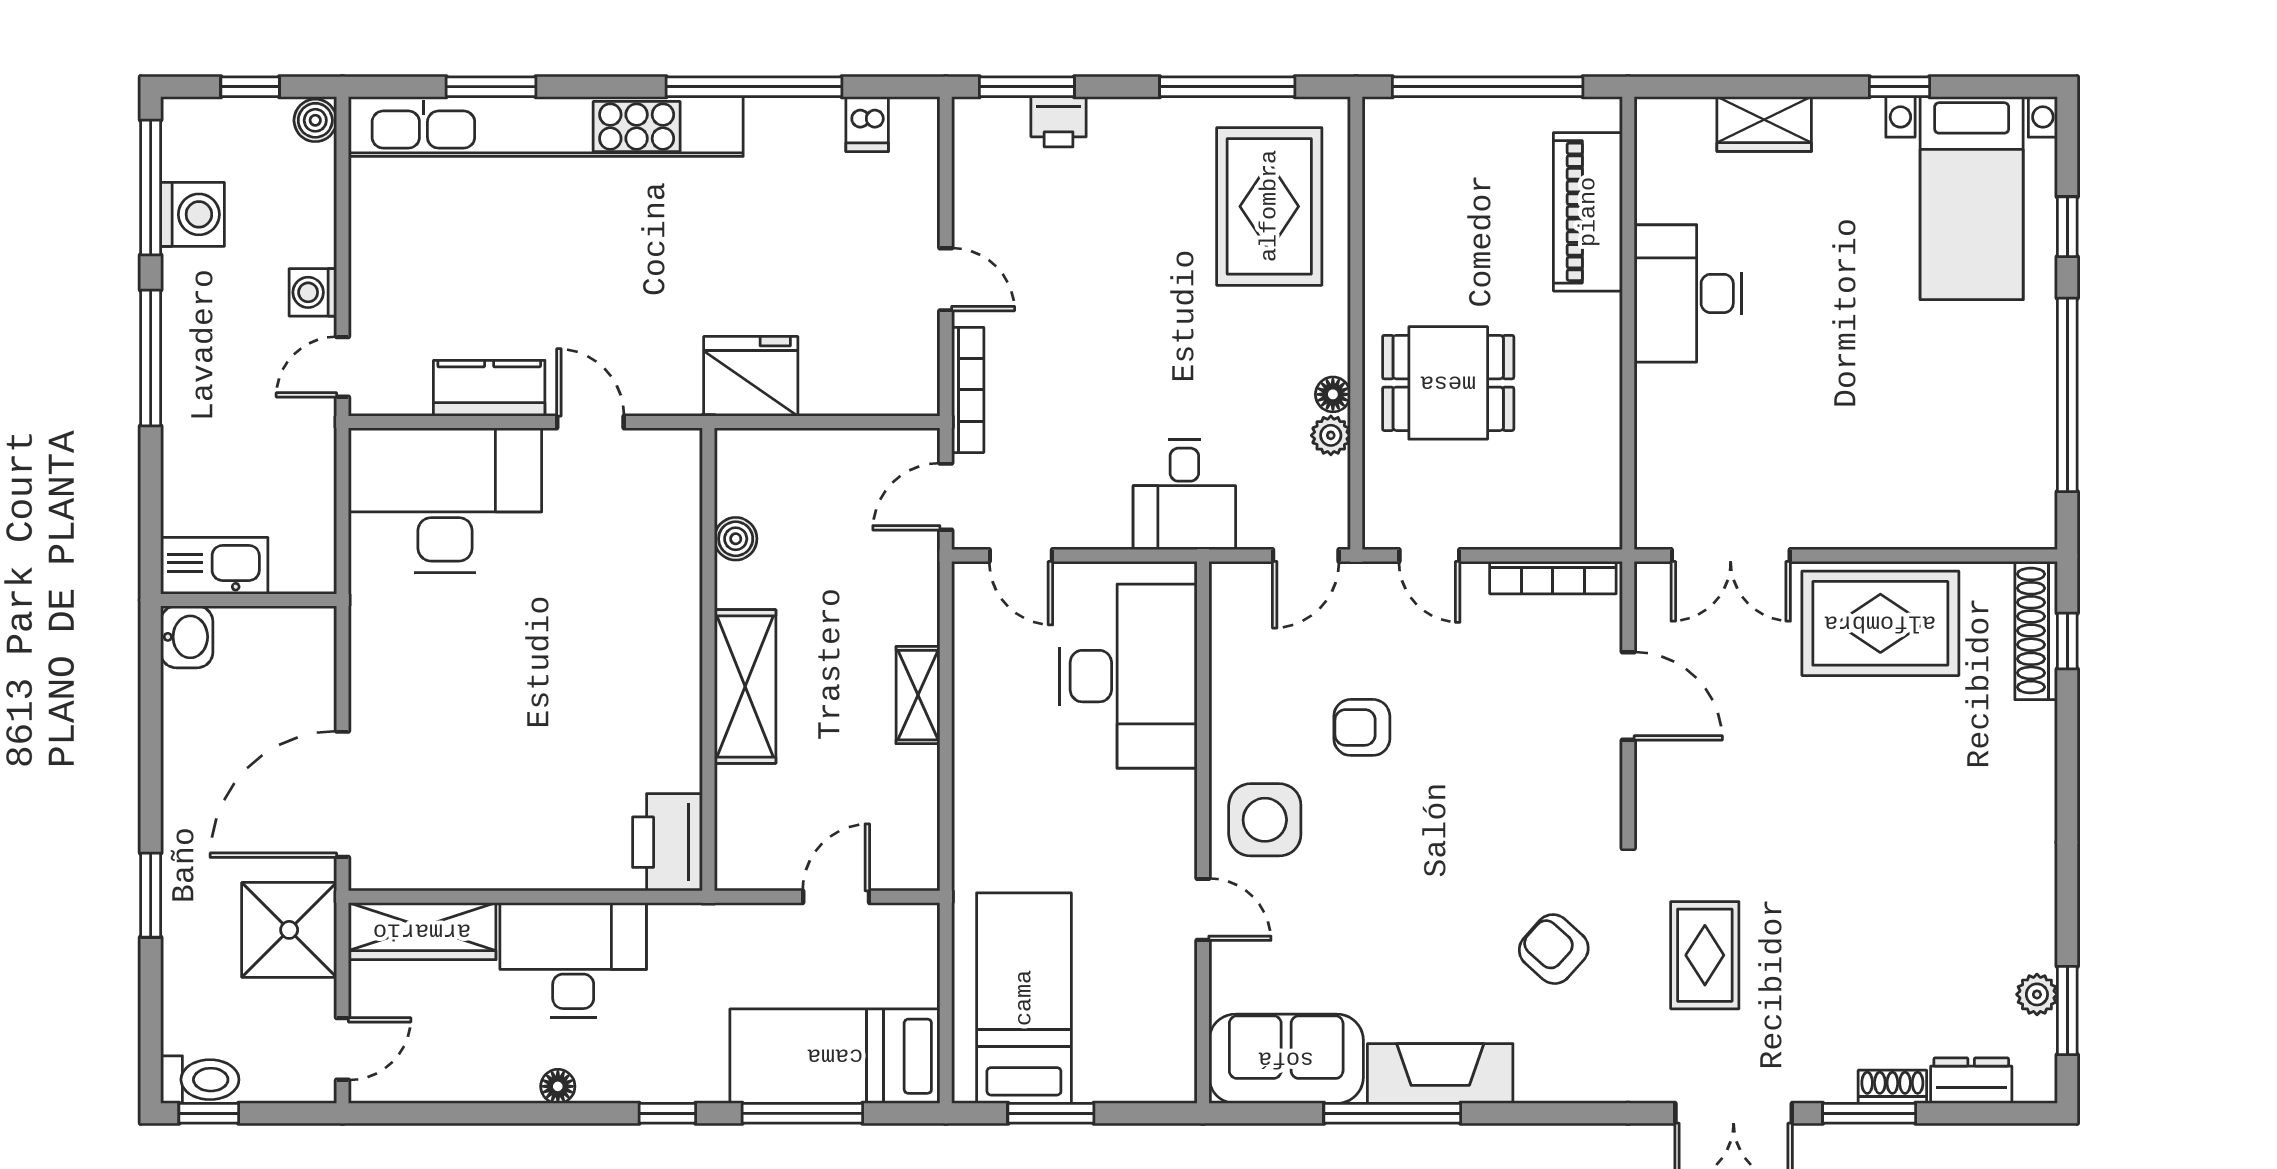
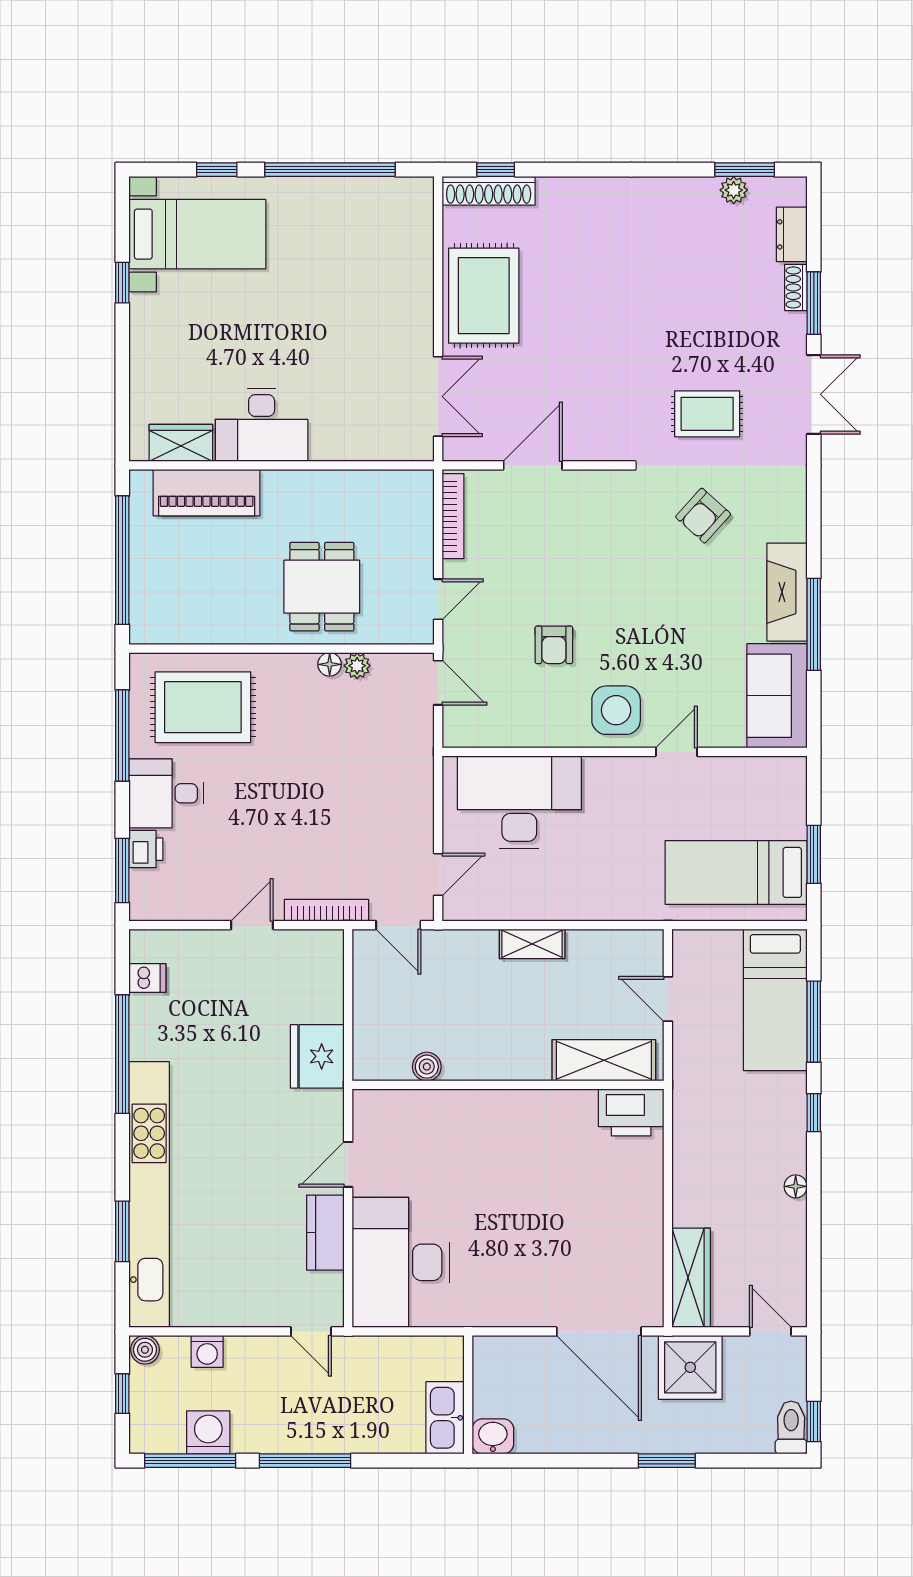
wardrobe: (1764, 124) -> (181, 443), moved, turned -90
washing machine: (313, 292) -> (207, 1351), moved
desk: (1184, 494) -> (166, 793), moved, turned 180
shelving: (745, 686) -> (604, 1060), moved
desk: (573, 960) -> (711, 1176), removed

